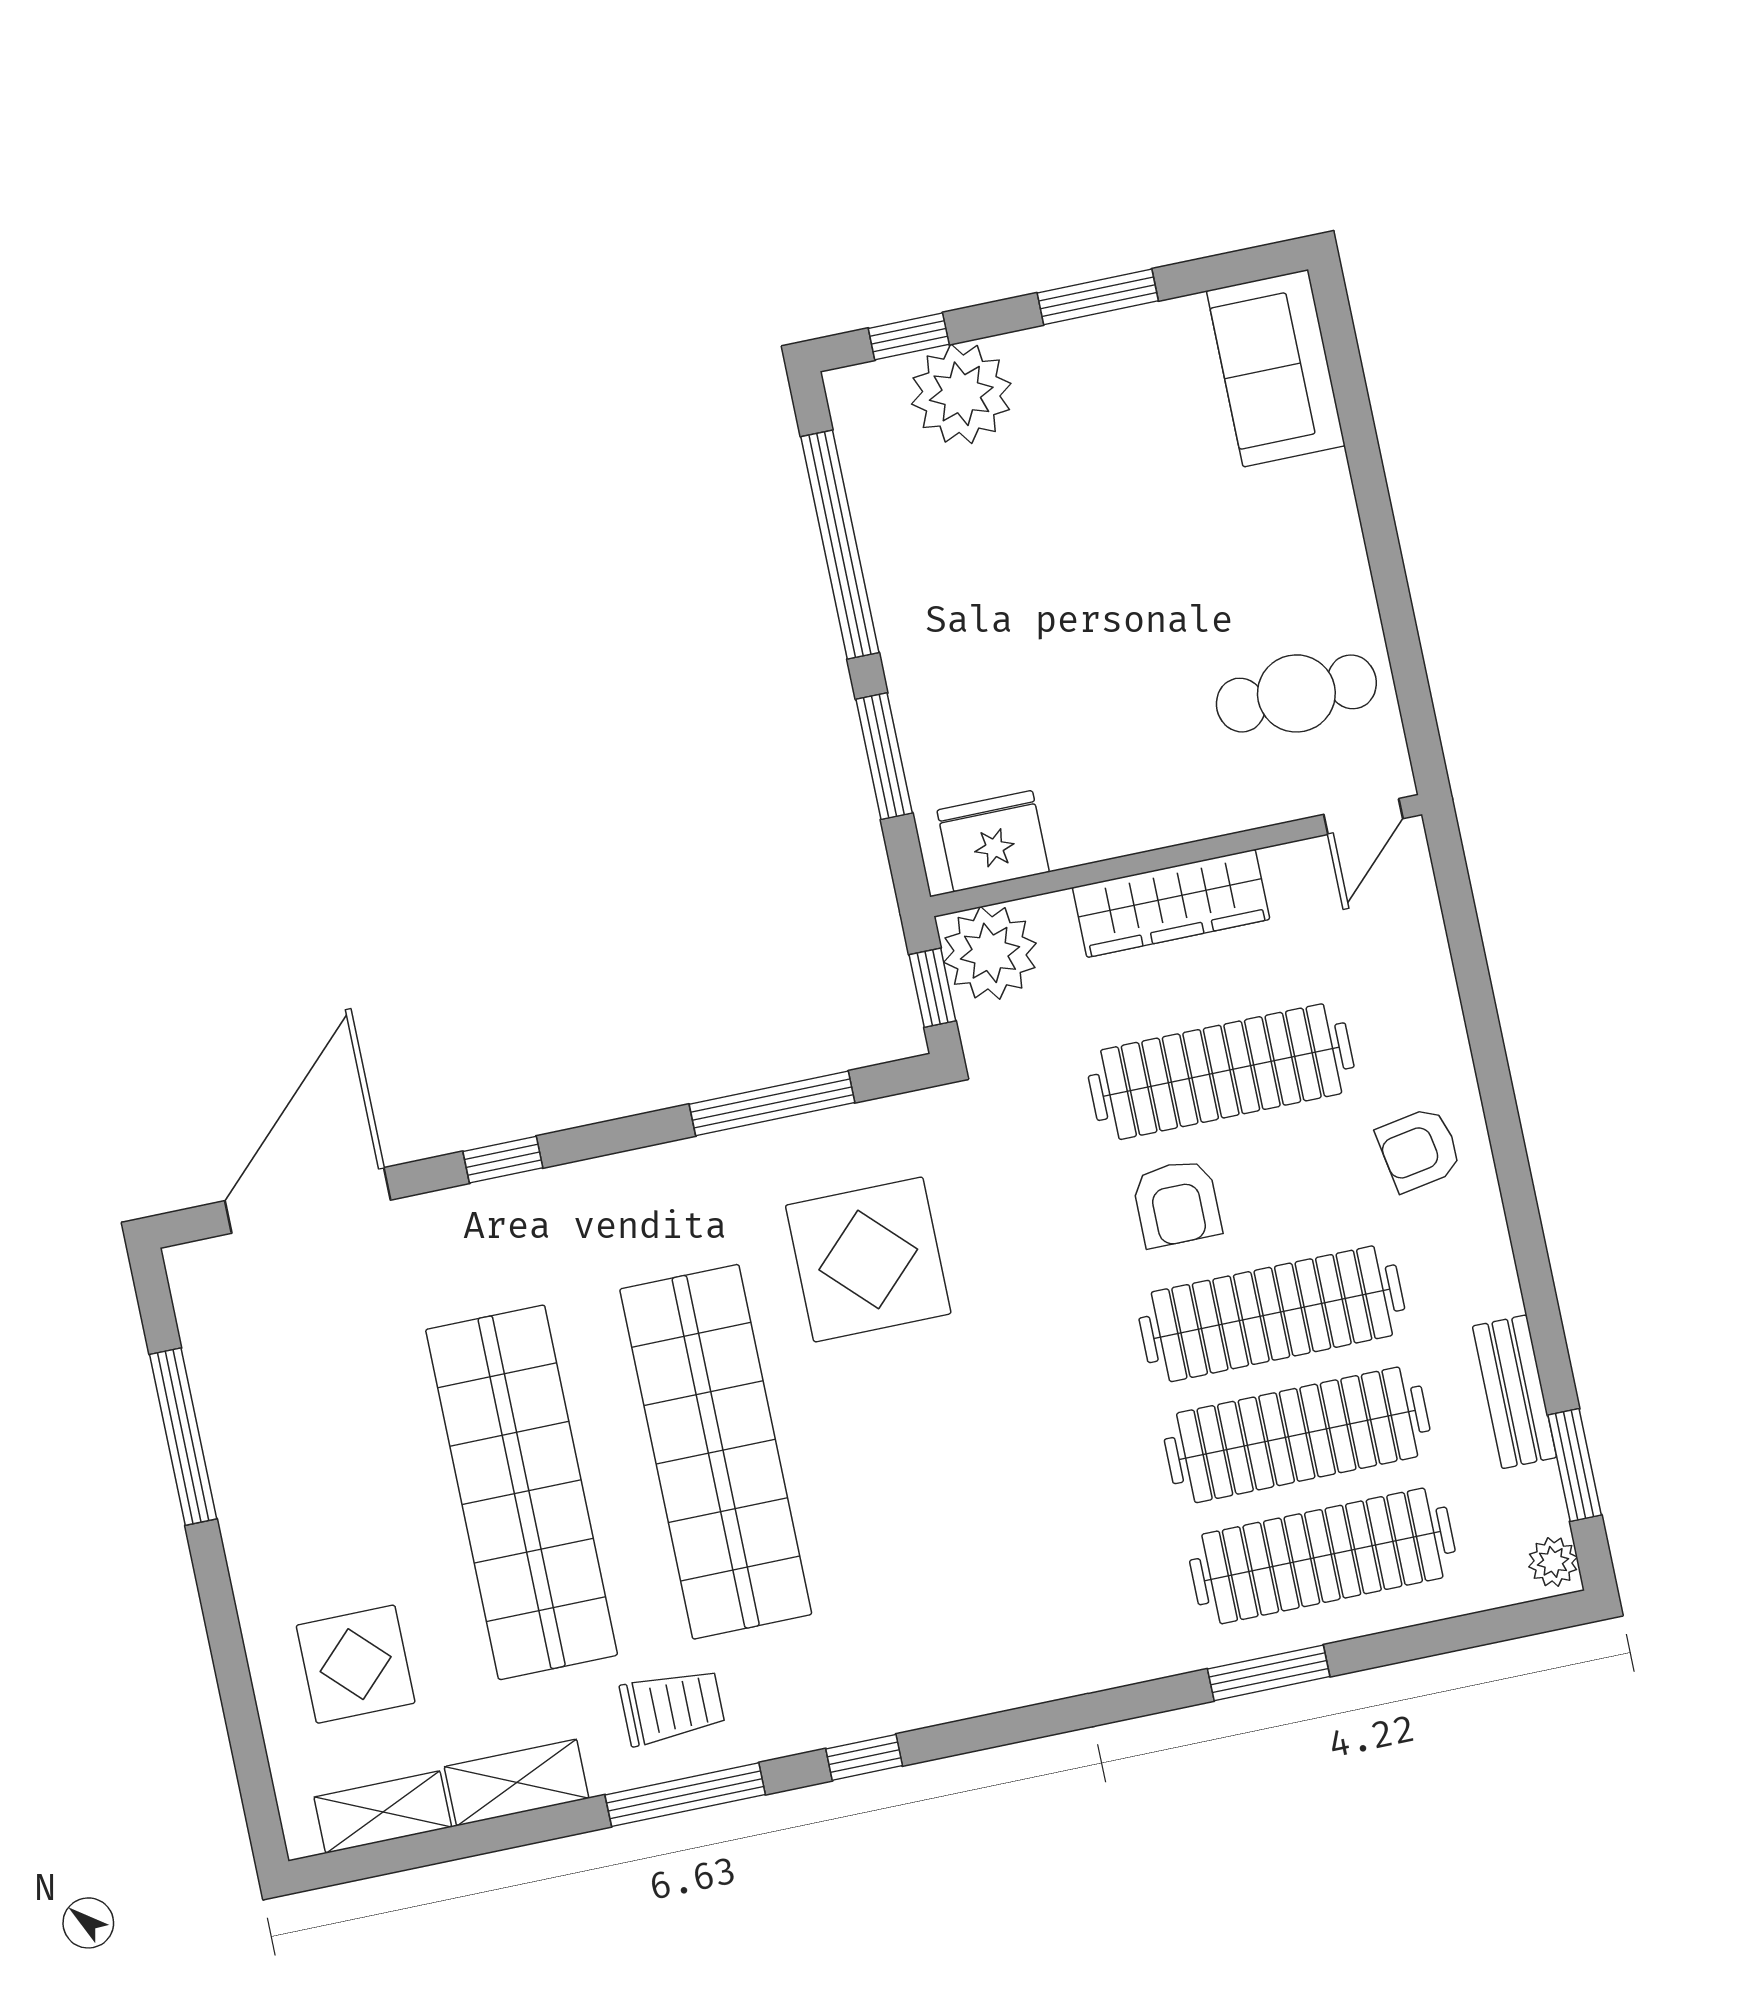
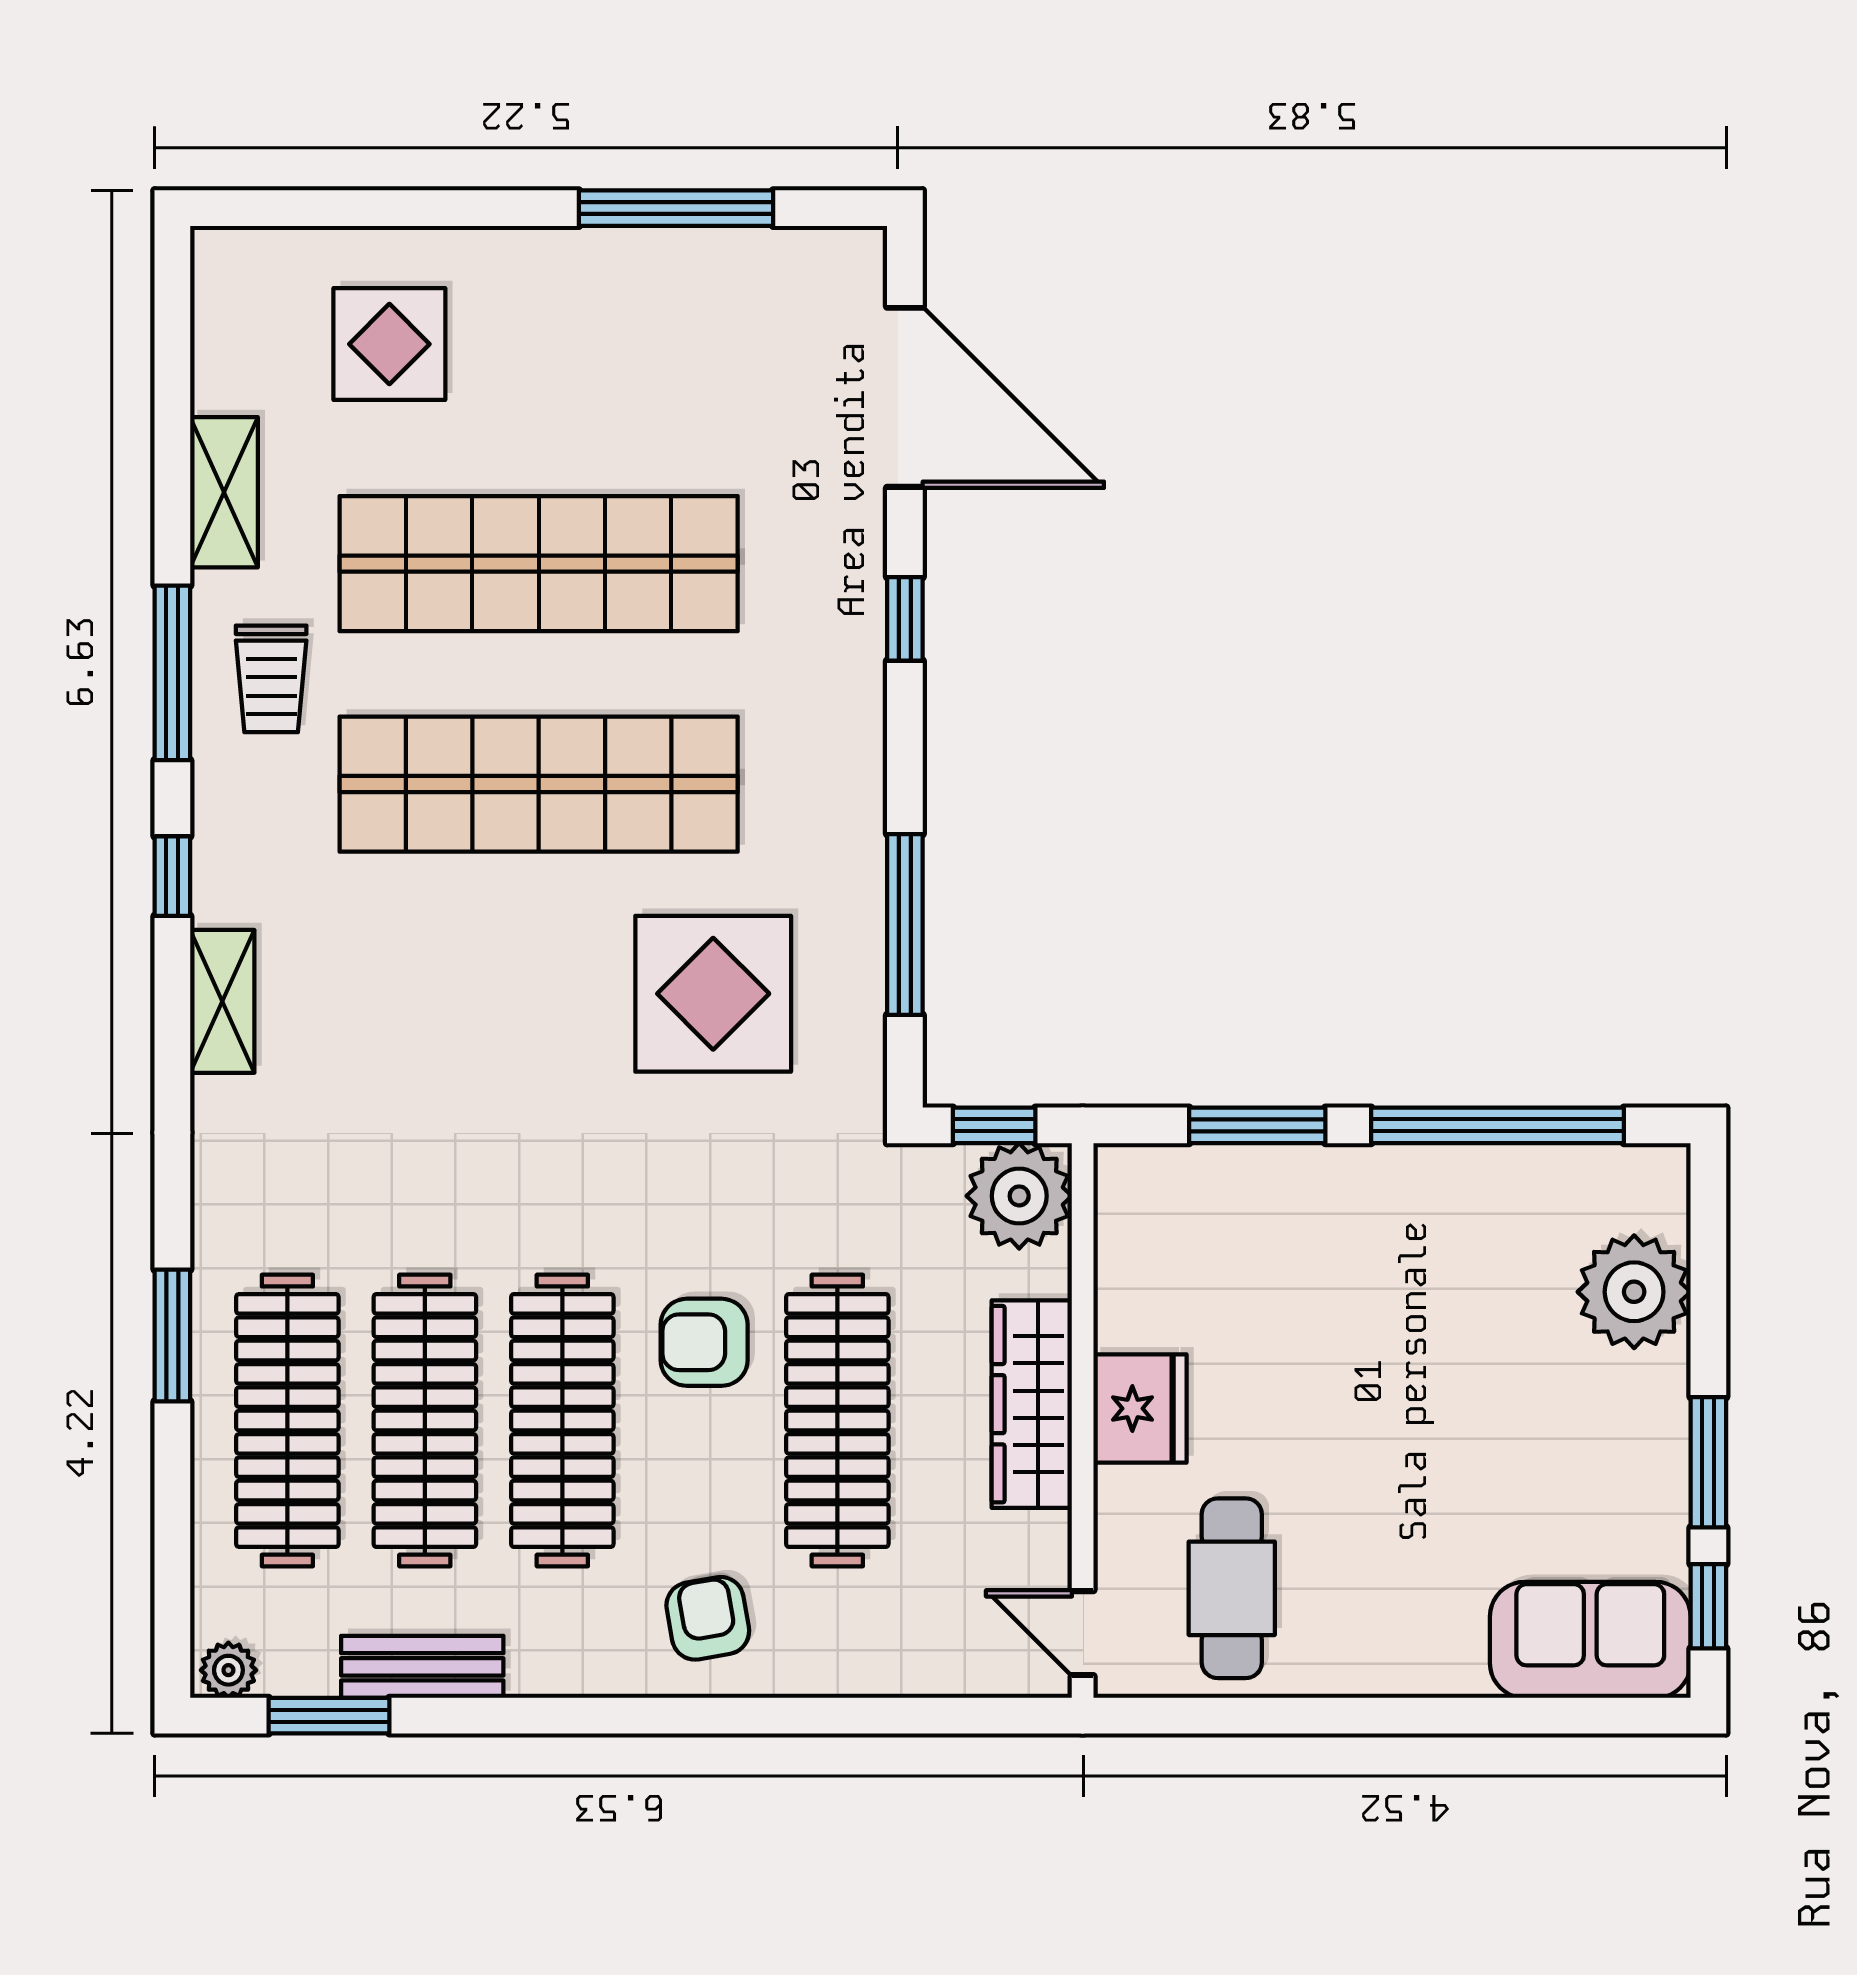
window: (909, 336) -> (1708, 1606), moved
fridge: (993, 841) -> (1140, 1408), moved
shelving: (383, 1812) -> (222, 1001), moved

